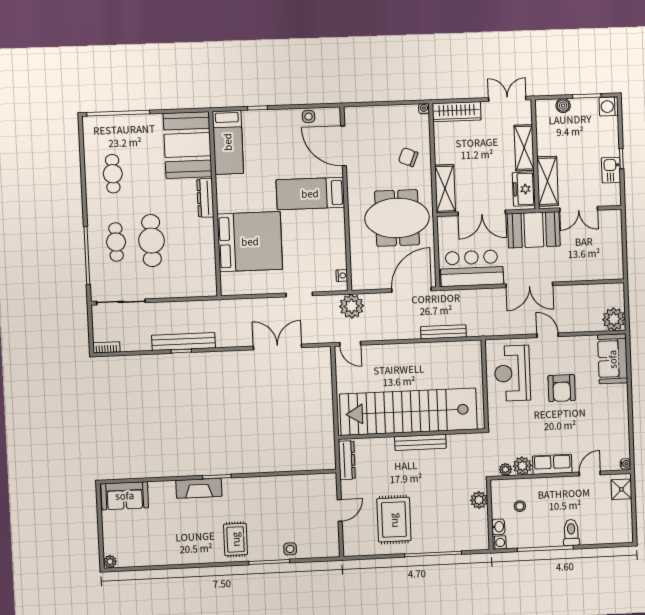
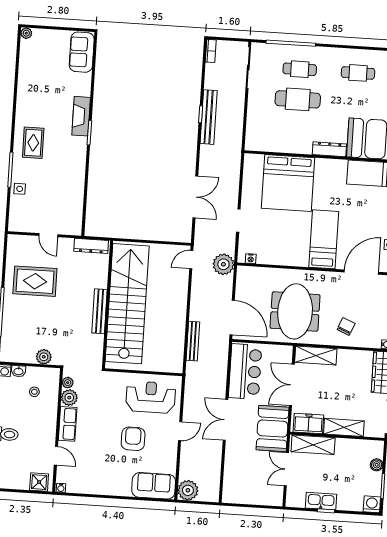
kitchen sink: (611, 170) -> (321, 501), width x1.38
armchair: (562, 388) -> (133, 439), turned 90
rug: (236, 539) -> (33, 143), turned 90

